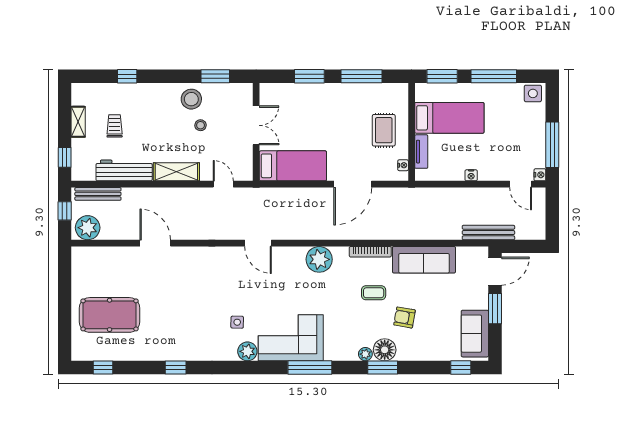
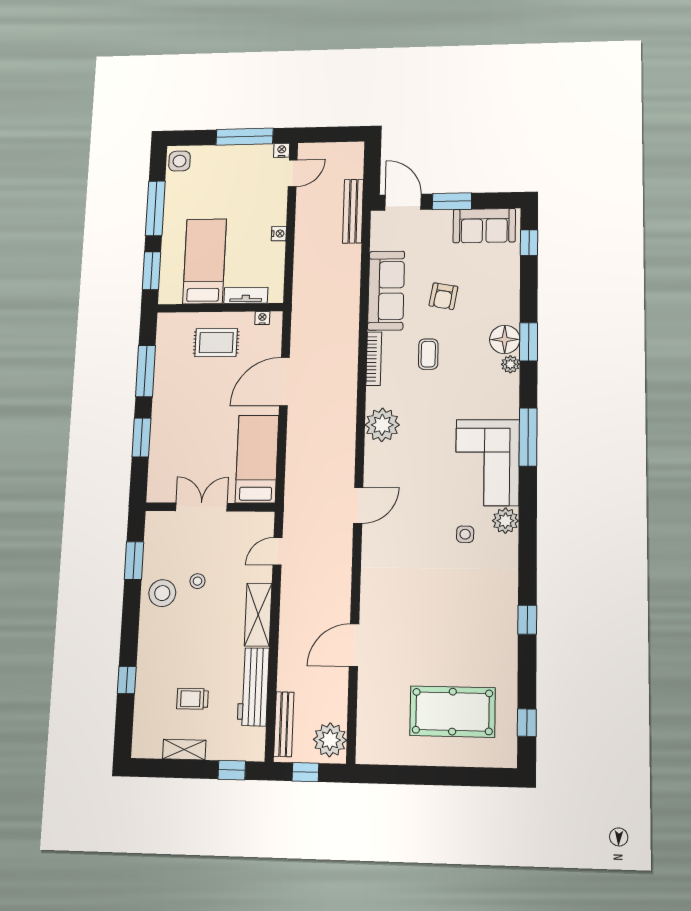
door: (353, 184) -> (284, 382), swing flipped
pool table: (110, 315) -> (452, 712), turned 90
armchair: (405, 317) -> (443, 296), moved

